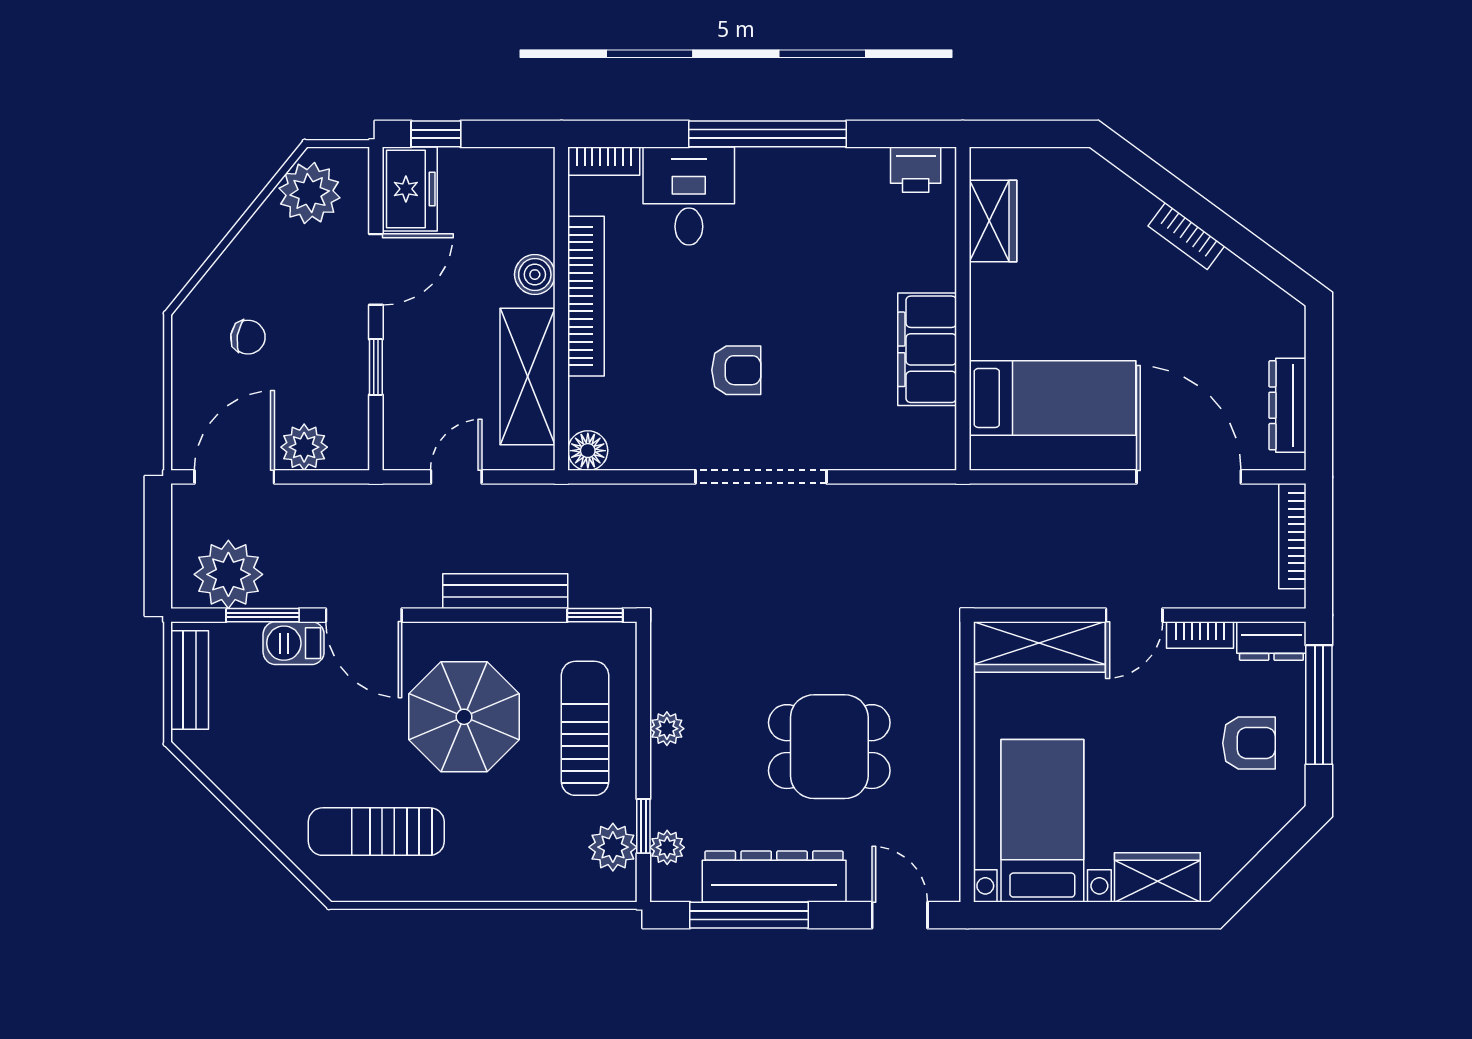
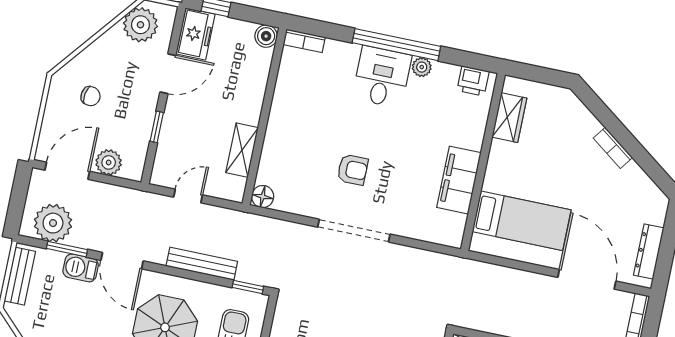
plant: (820, 164) -> (422, 67), added
desk: (689, 196) -> (382, 77), moved
boiler: (535, 275) -> (266, 36), moved
bookcase: (586, 296) -> (279, 112), removed
shelving: (528, 376) -> (242, 150), width x0.67, depth x0.75

